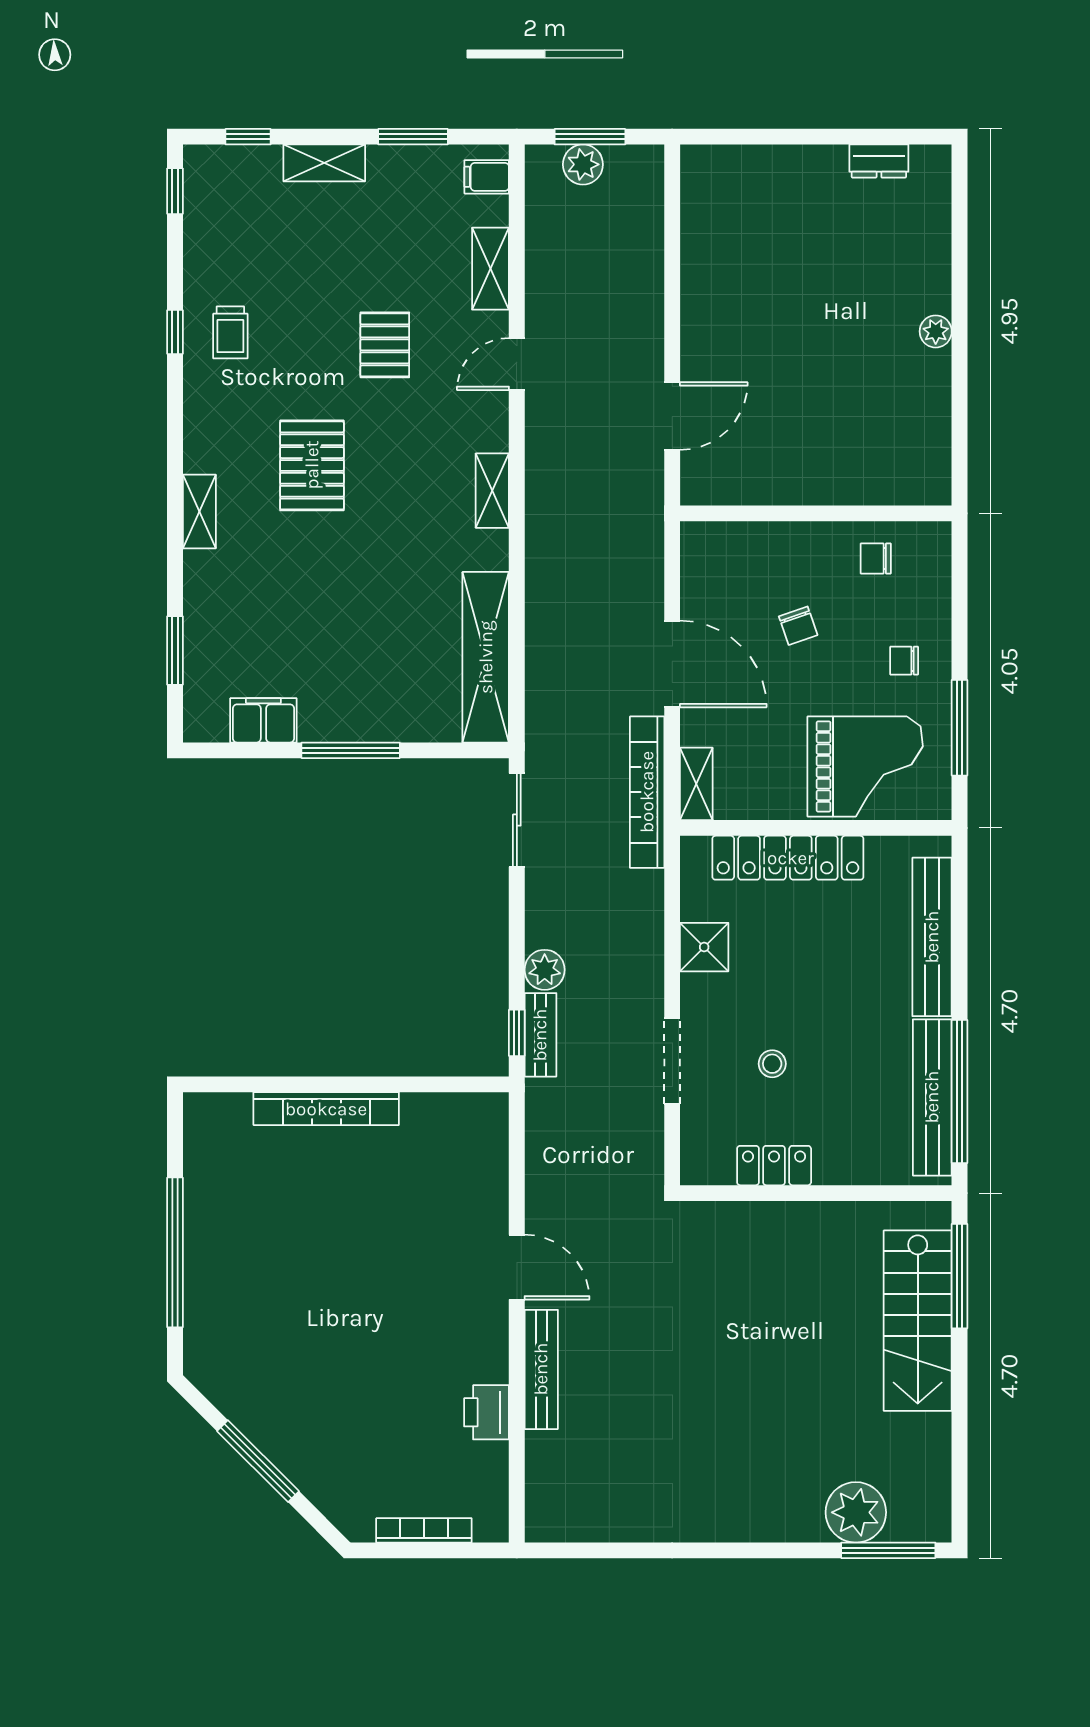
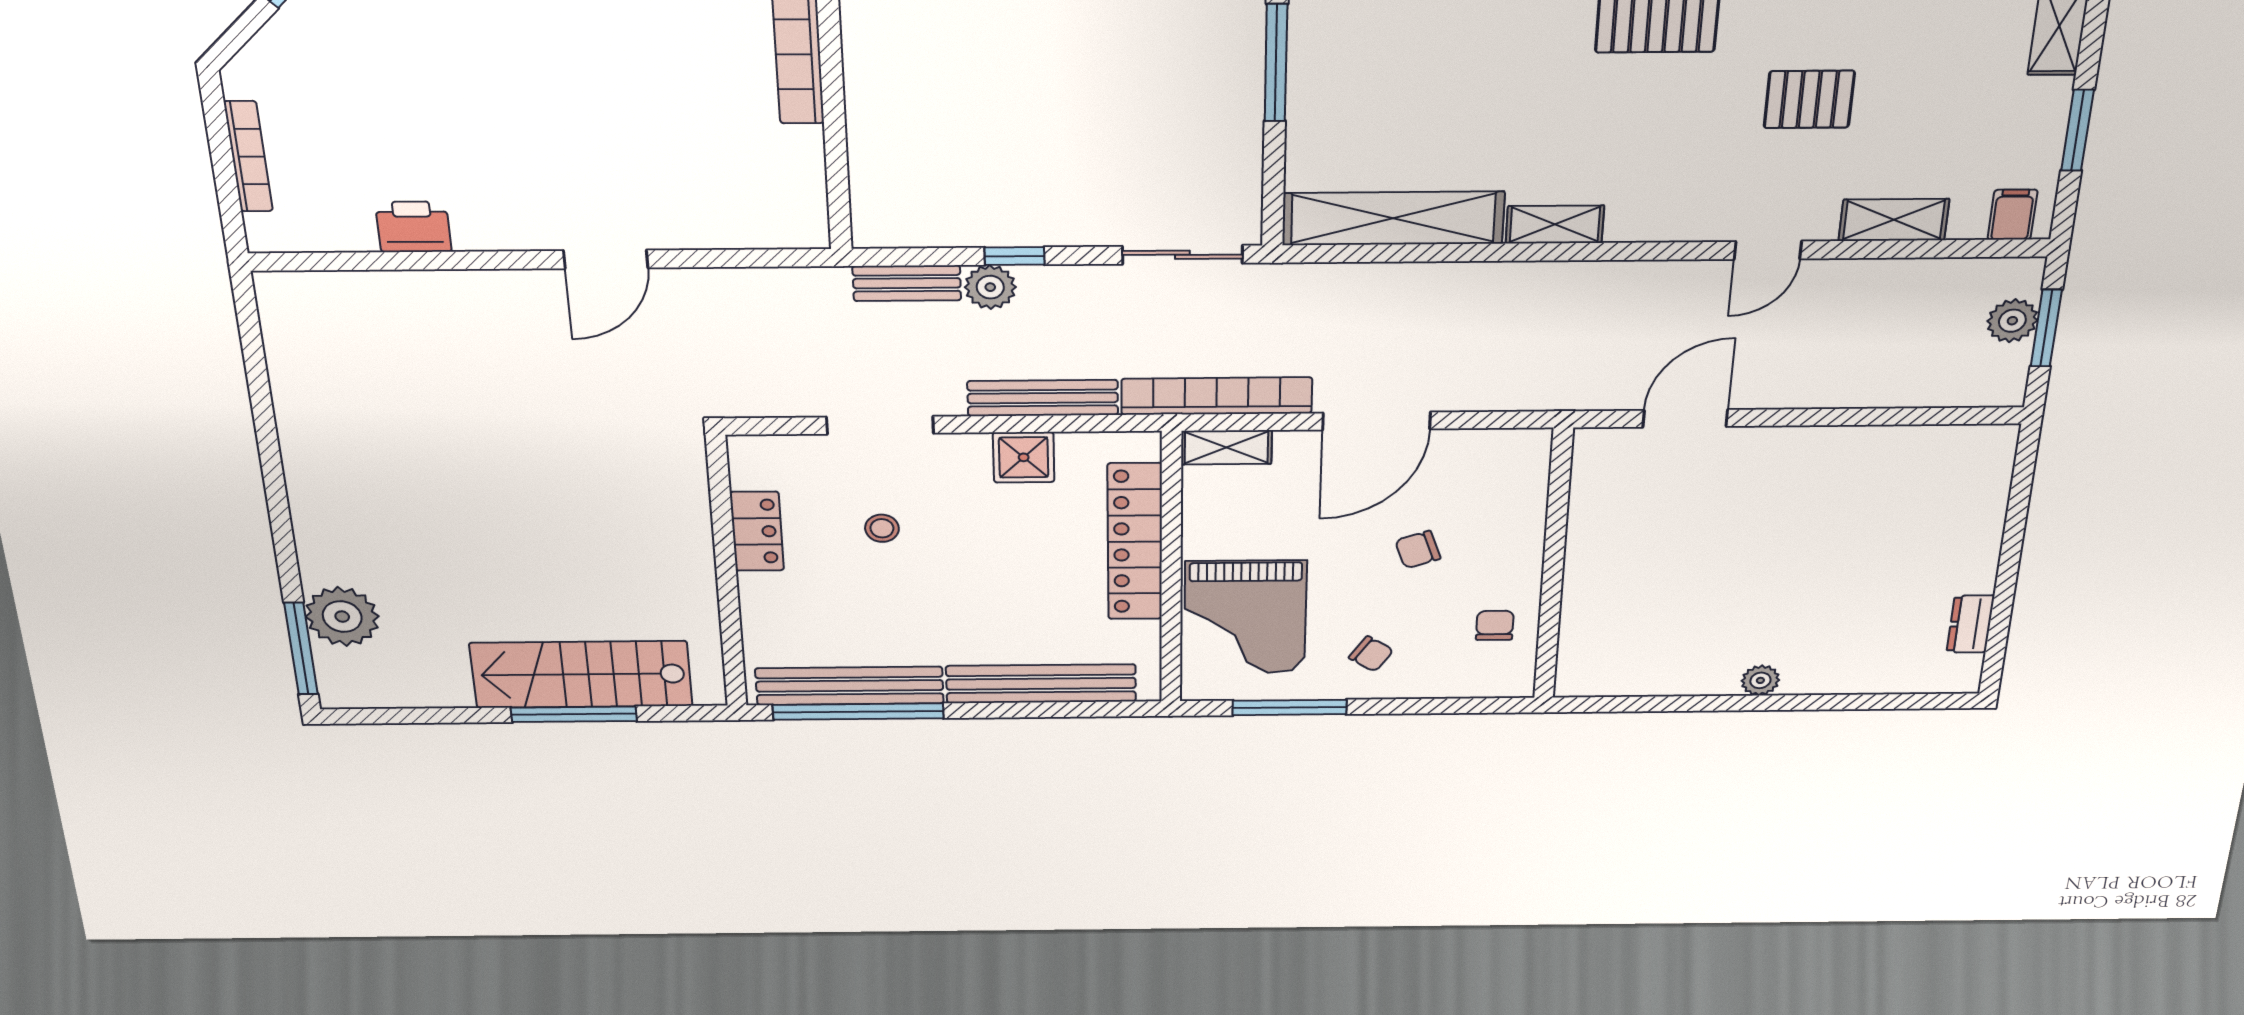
door: (517, 364) -> (1768, 250), swing flipped
door: (672, 416) -> (1685, 418), swing flipped
shelving: (492, 491) -> (1555, 224), moved
chair: (904, 661) -> (1371, 654), turned 124
window: (517, 1033) -> (1014, 256), moved
window: (960, 1276) -> (574, 714), moved
bench: (541, 1369) -> (1043, 398), moved

